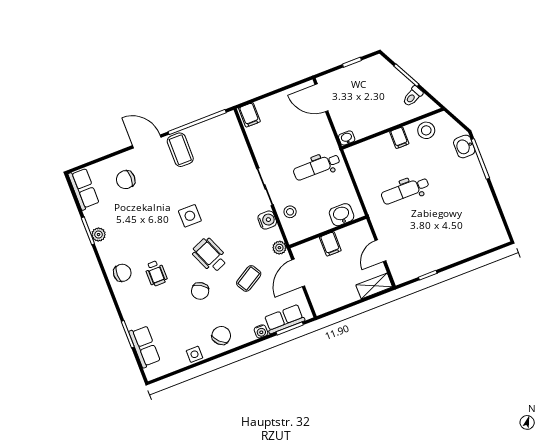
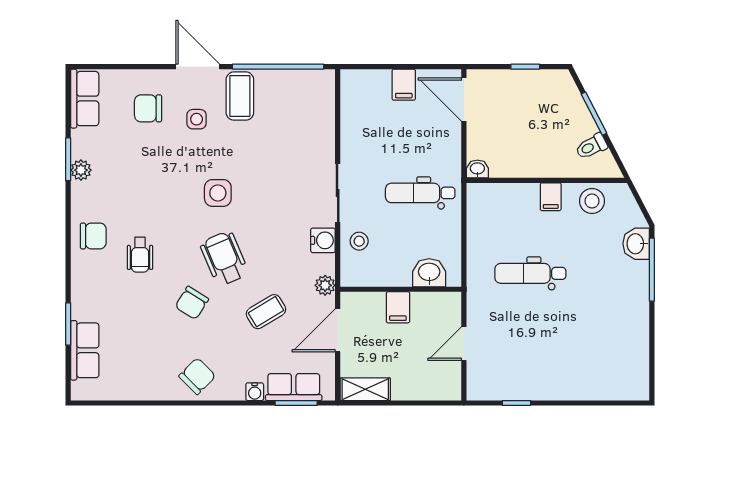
filing cabinet: (249, 115) -> (404, 85), moved
shelving: (374, 286) -> (365, 389), moved
side table: (195, 354) -> (197, 119), moved

